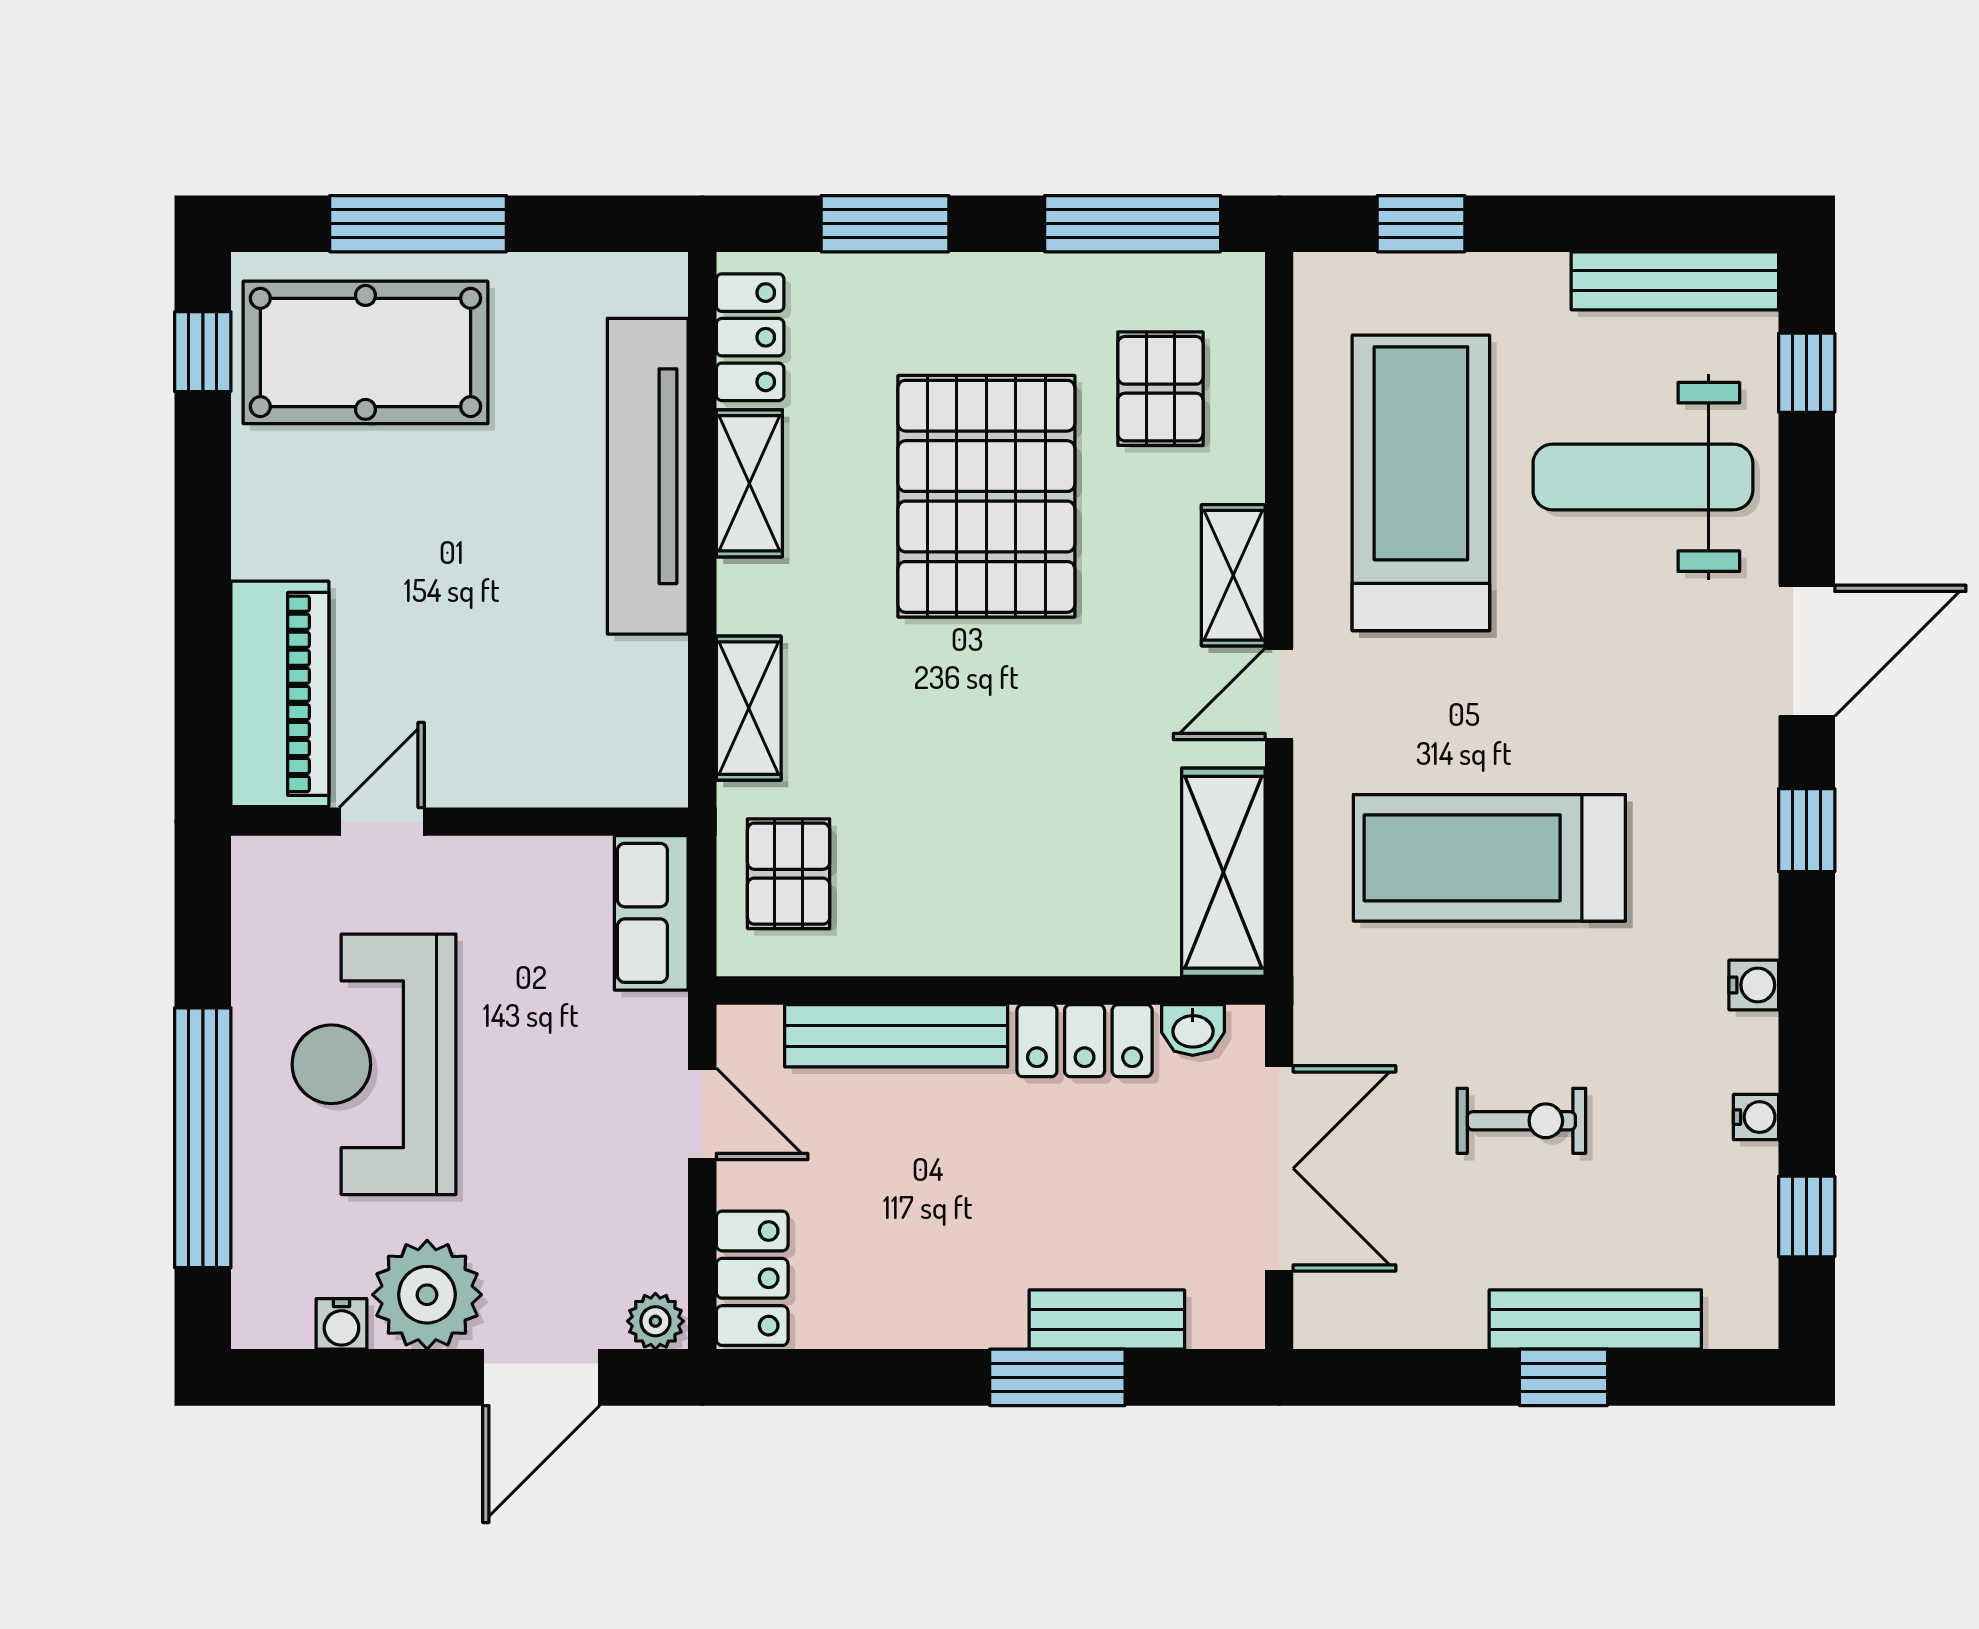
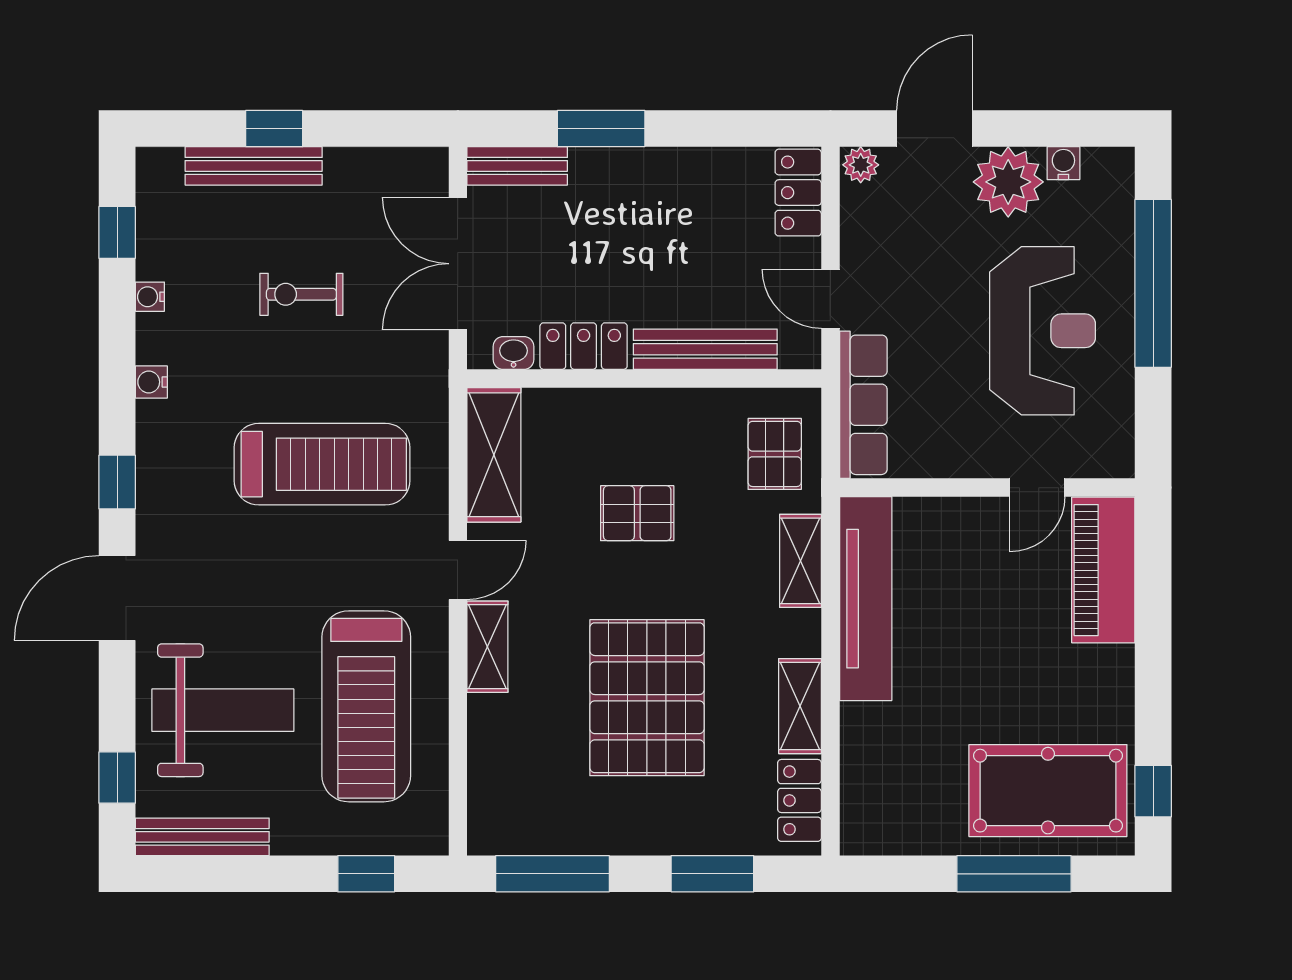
pallet: (1160, 389) -> (637, 513), moved, turned 90
tv unit: (648, 476) -> (866, 599), moved
row of seats: (651, 913) -> (863, 405), width x1.48
bench: (1107, 1320) -> (517, 166), moved

